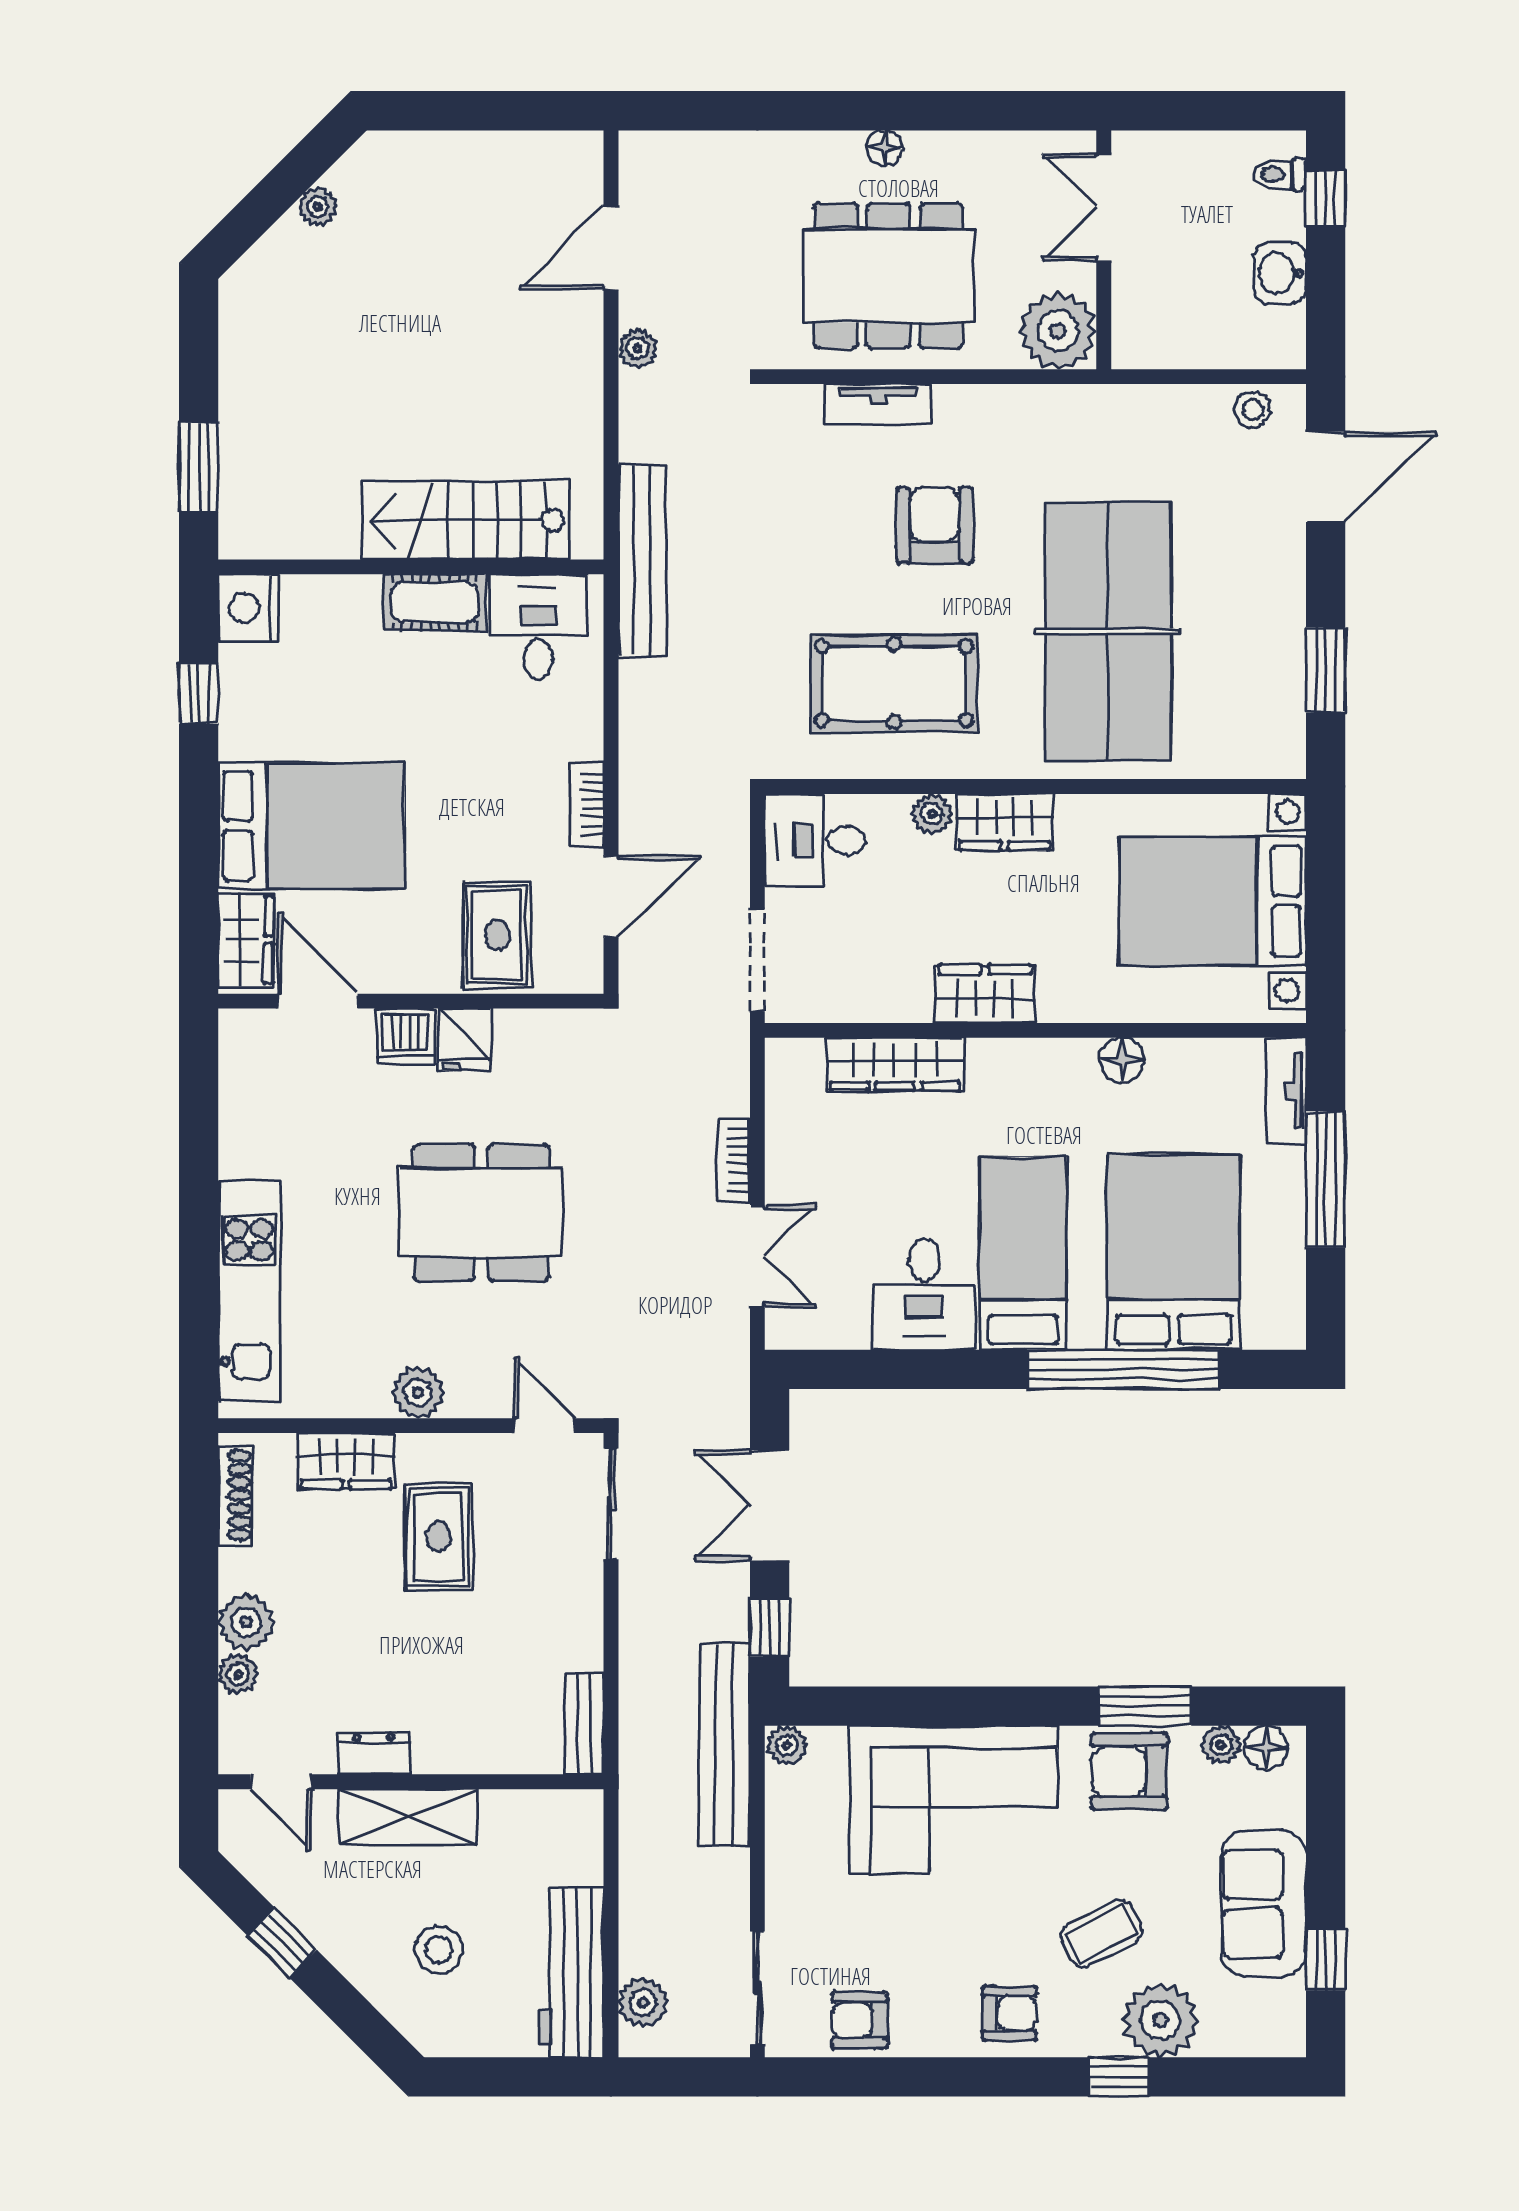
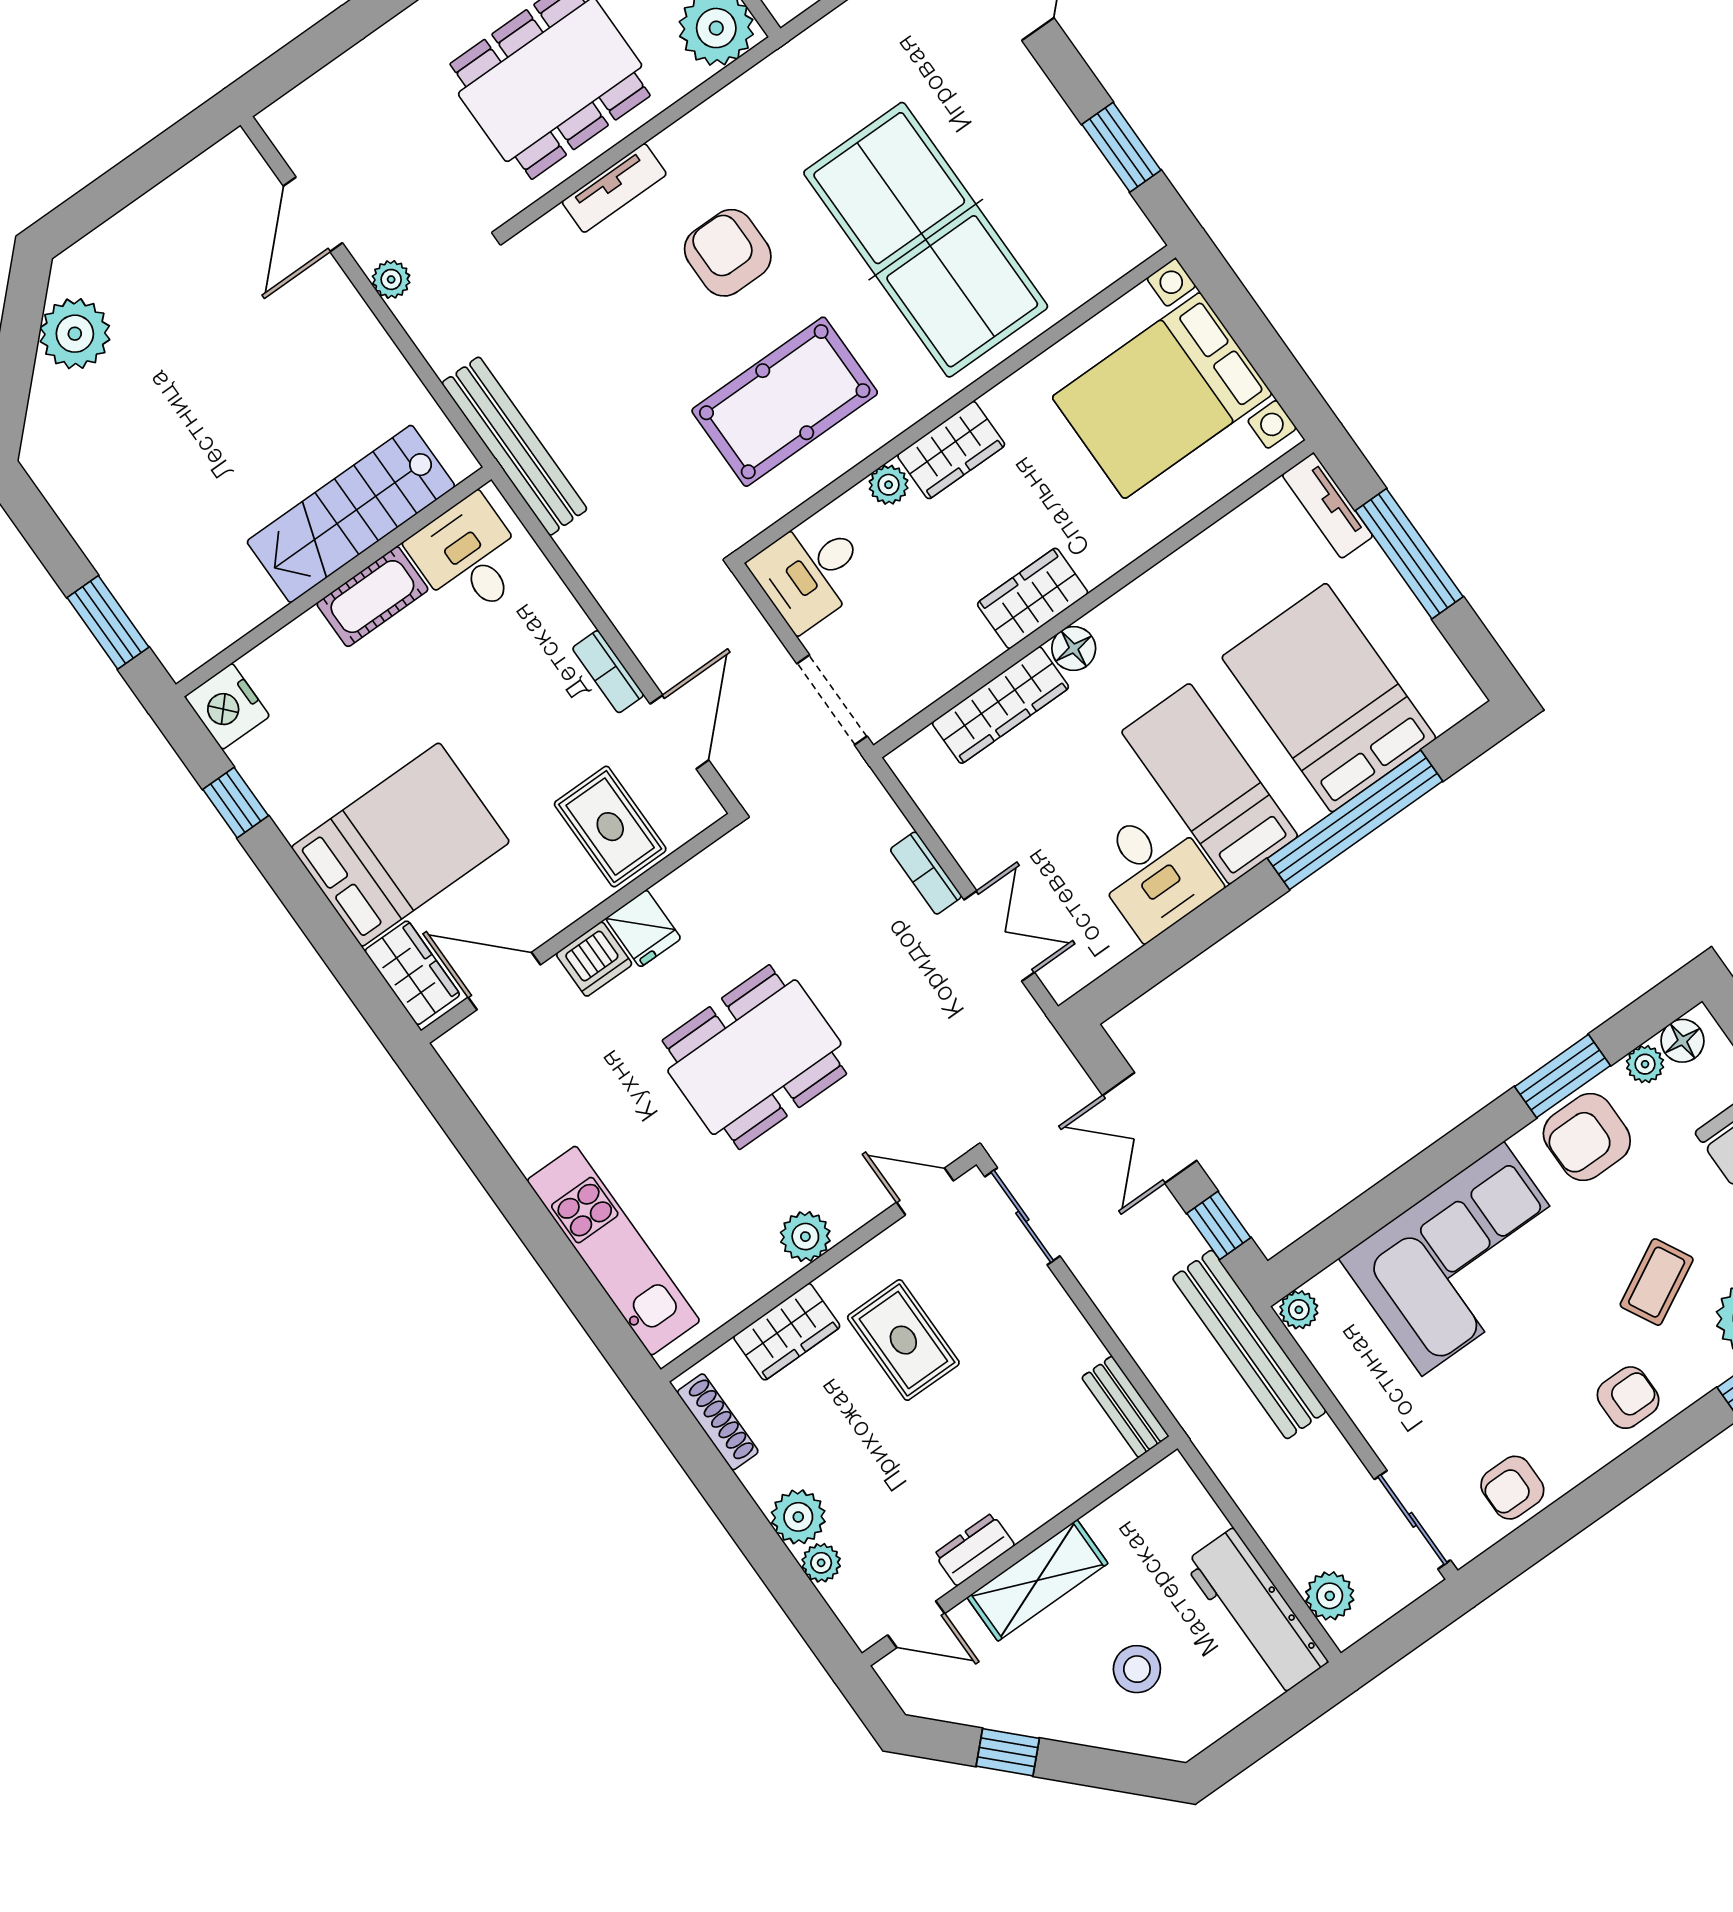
plant: (318, 207) -> (75, 334), width x1.88, depth x1.88
floor lamp: (1122, 1060) -> (1074, 648), moved

